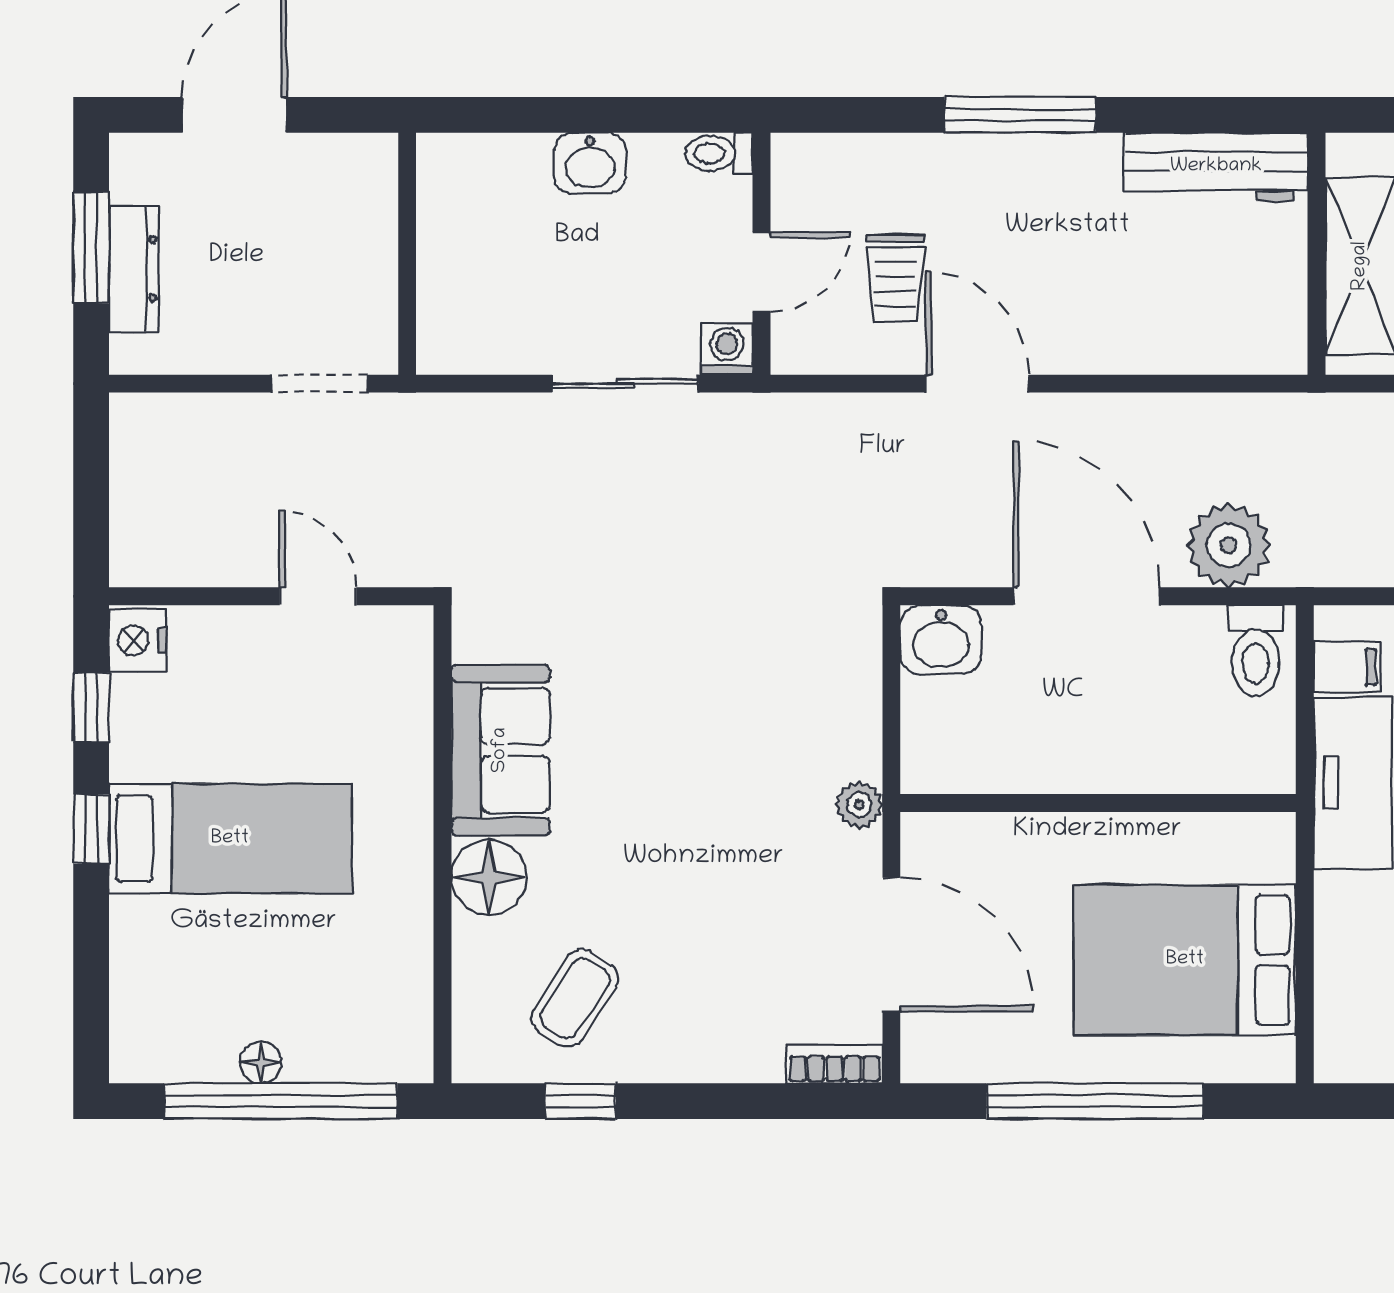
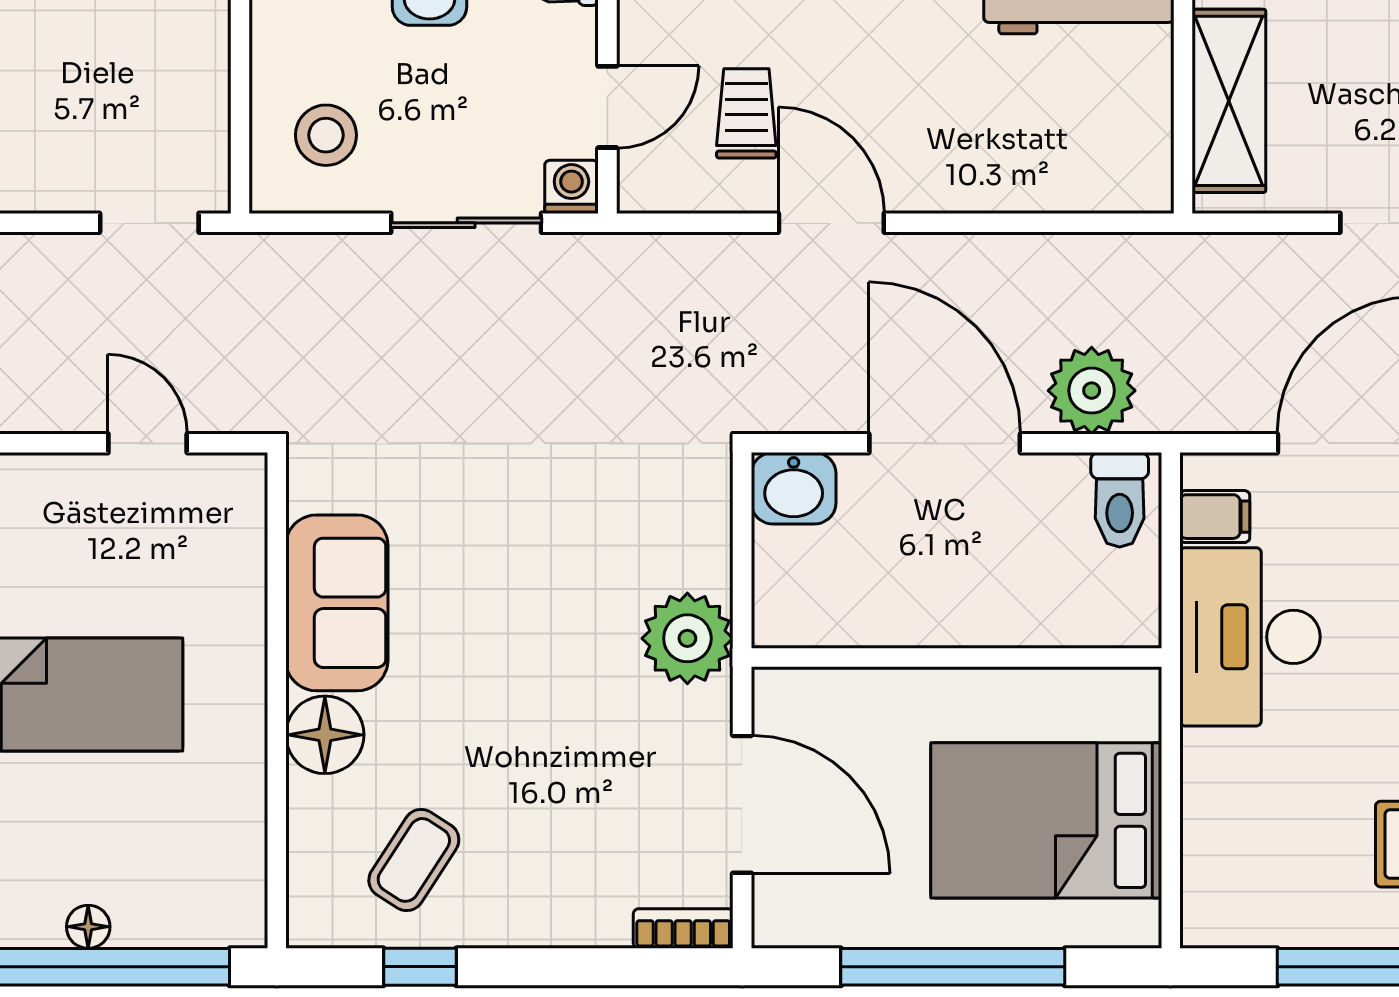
trolley: (895, 278) -> (746, 113), turned 180
stool: (490, 299) -> (326, 135), added
plant: (859, 805) -> (687, 638), width x1.88, depth x1.88

